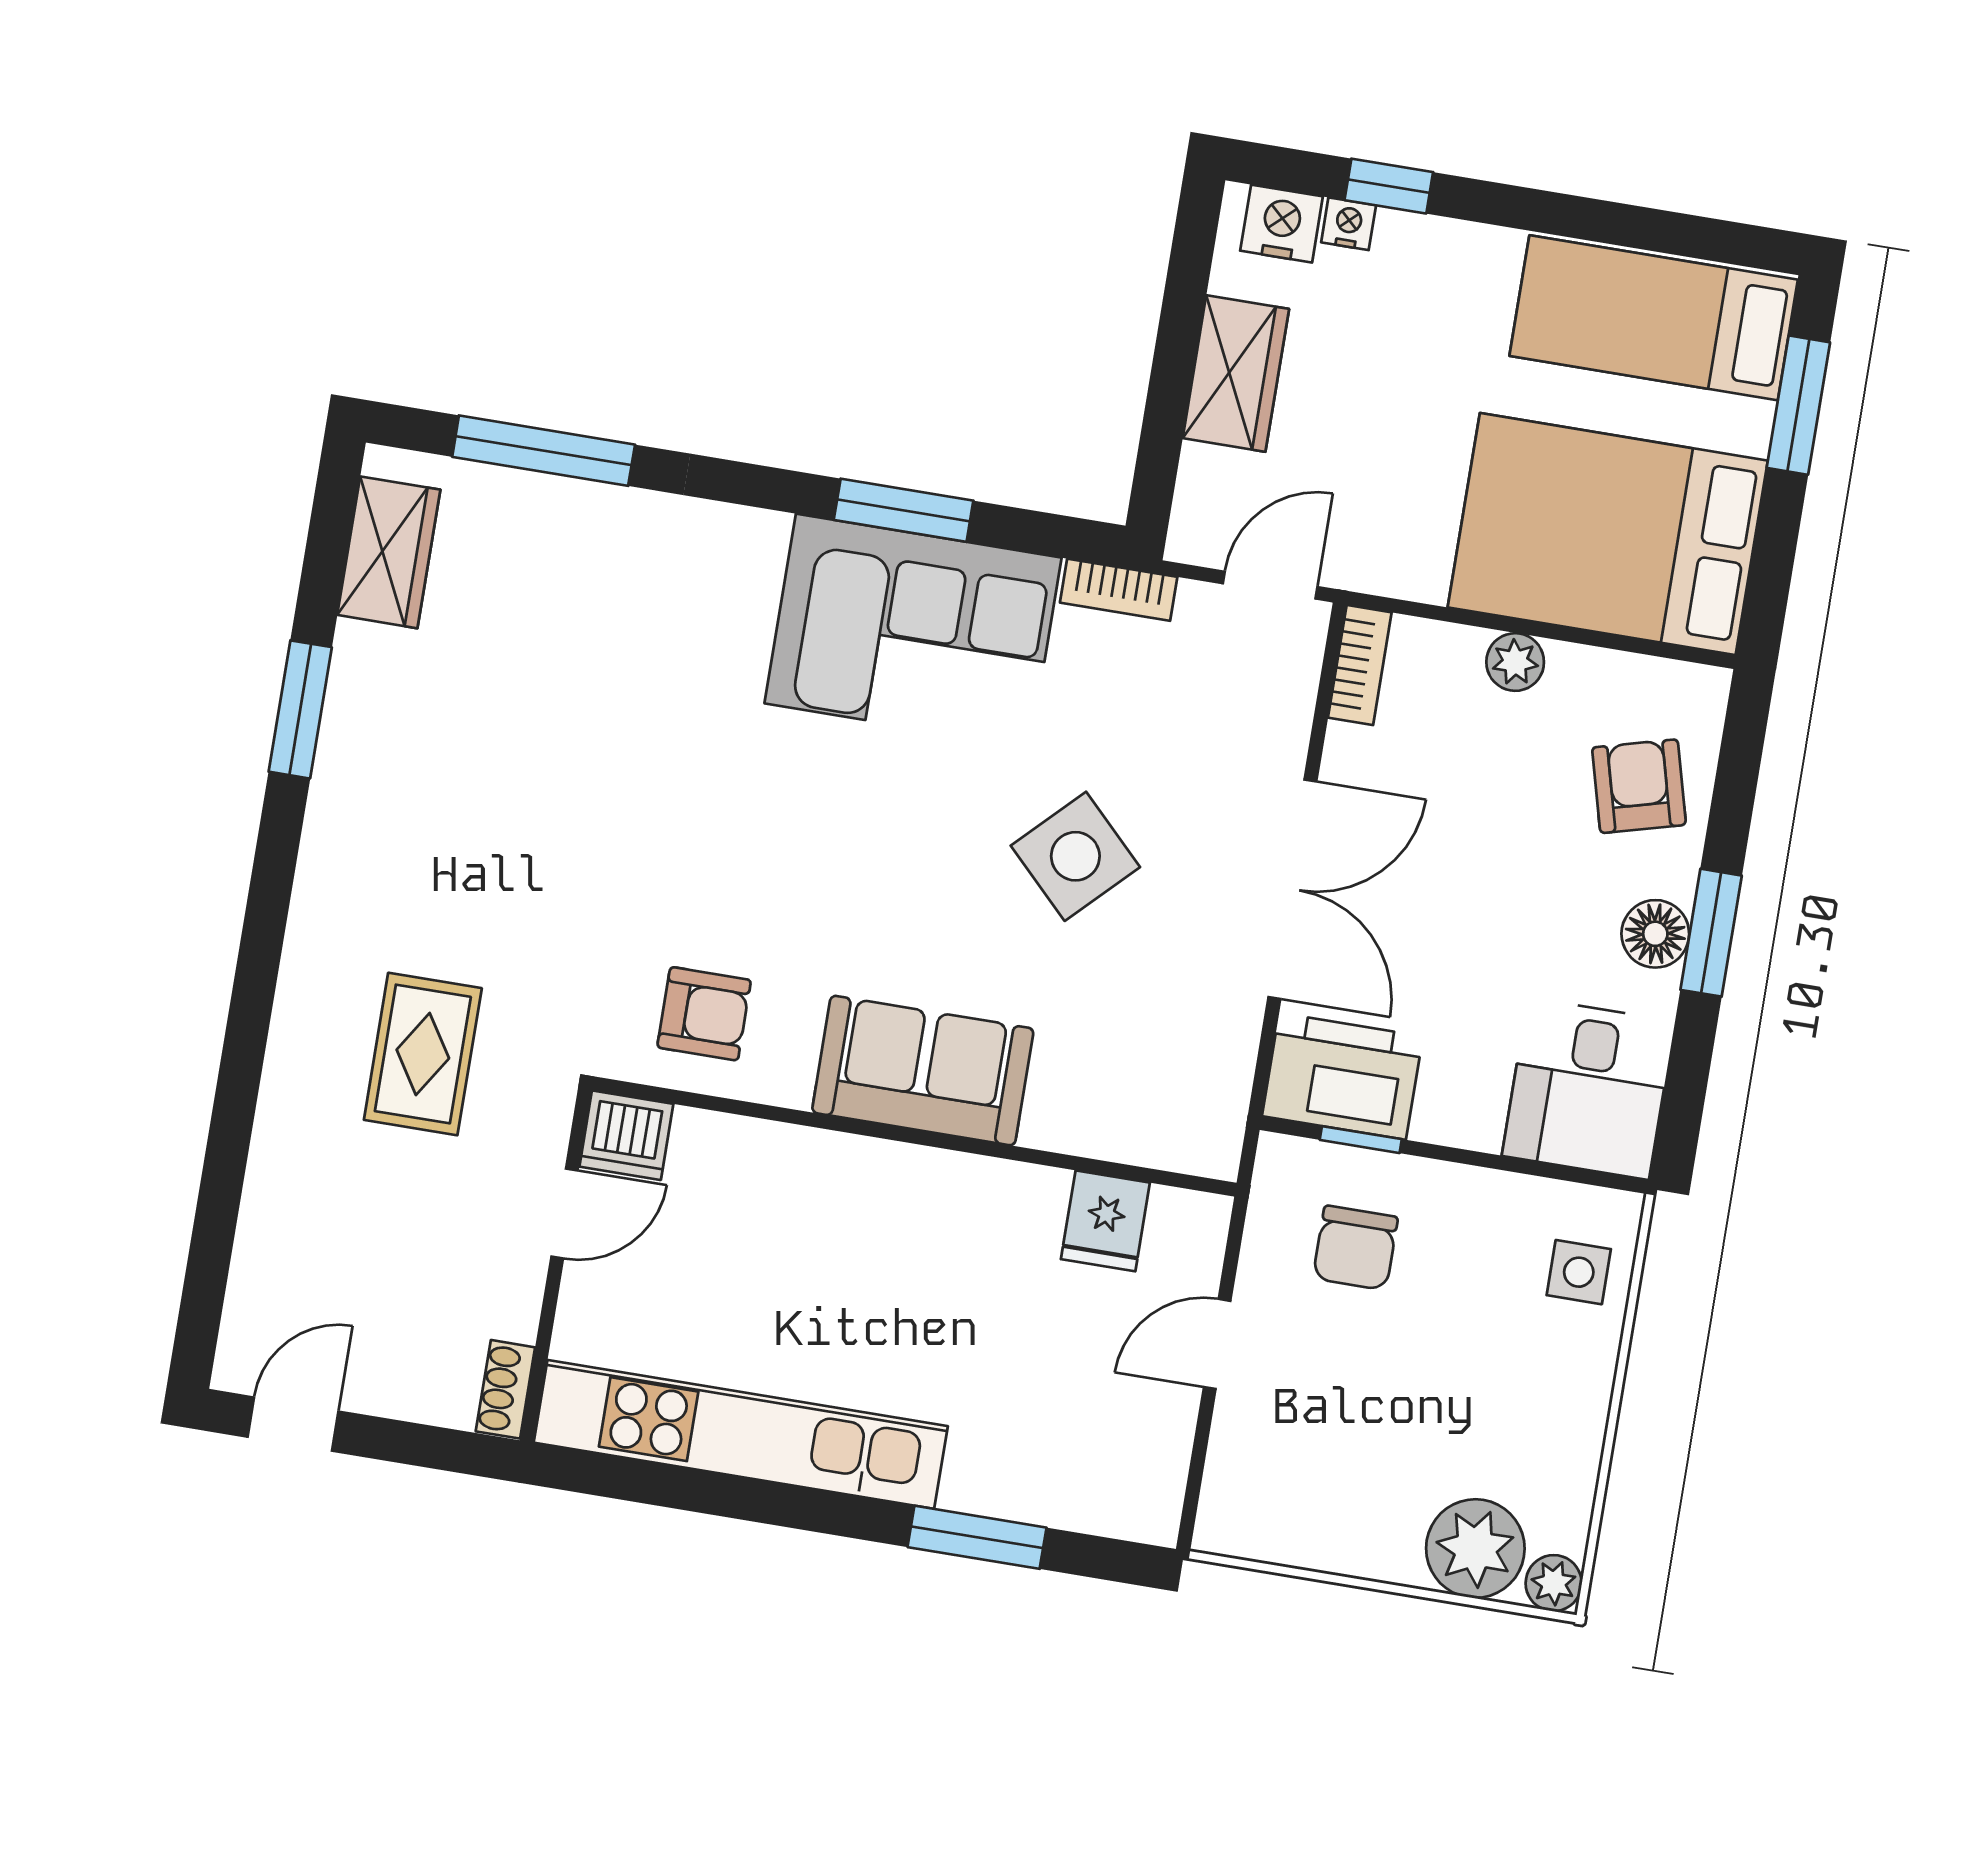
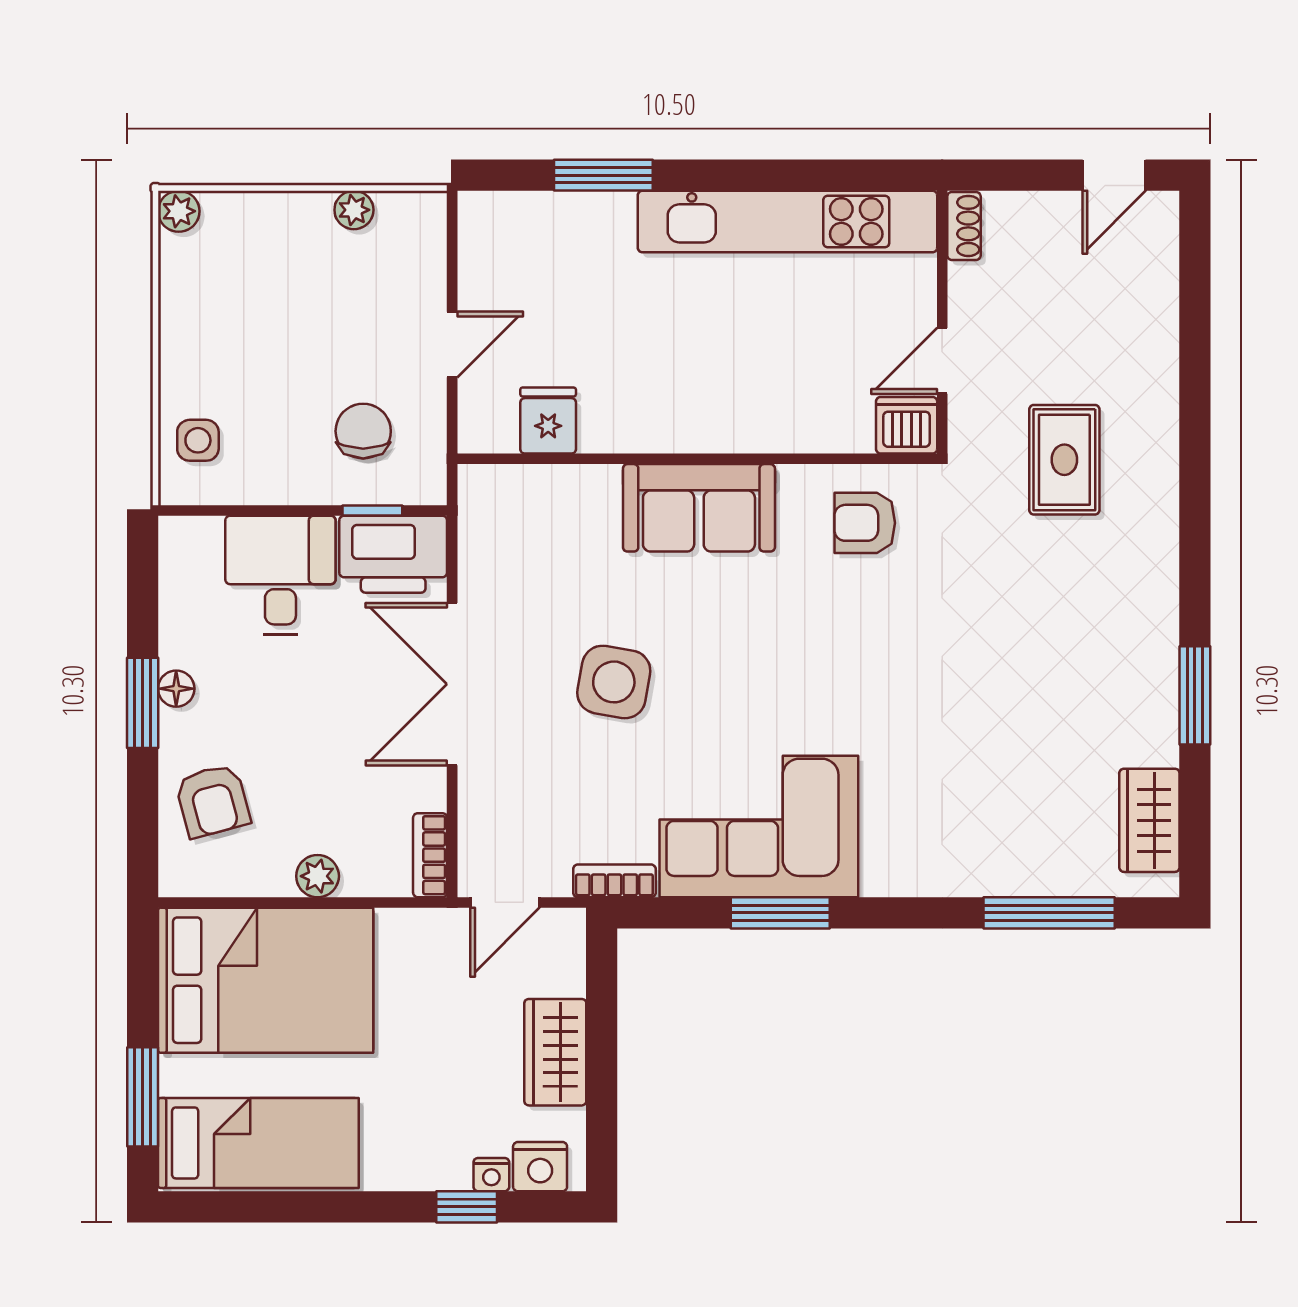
side table: (1075, 856) -> (614, 682), turned -35
floor lamp: (1655, 934) -> (176, 689), width x0.73, depth x0.73
desk: (1588, 1089) -> (280, 575), moved
plant: (1475, 1549) -> (354, 210), moved, width x0.53, depth x0.53

